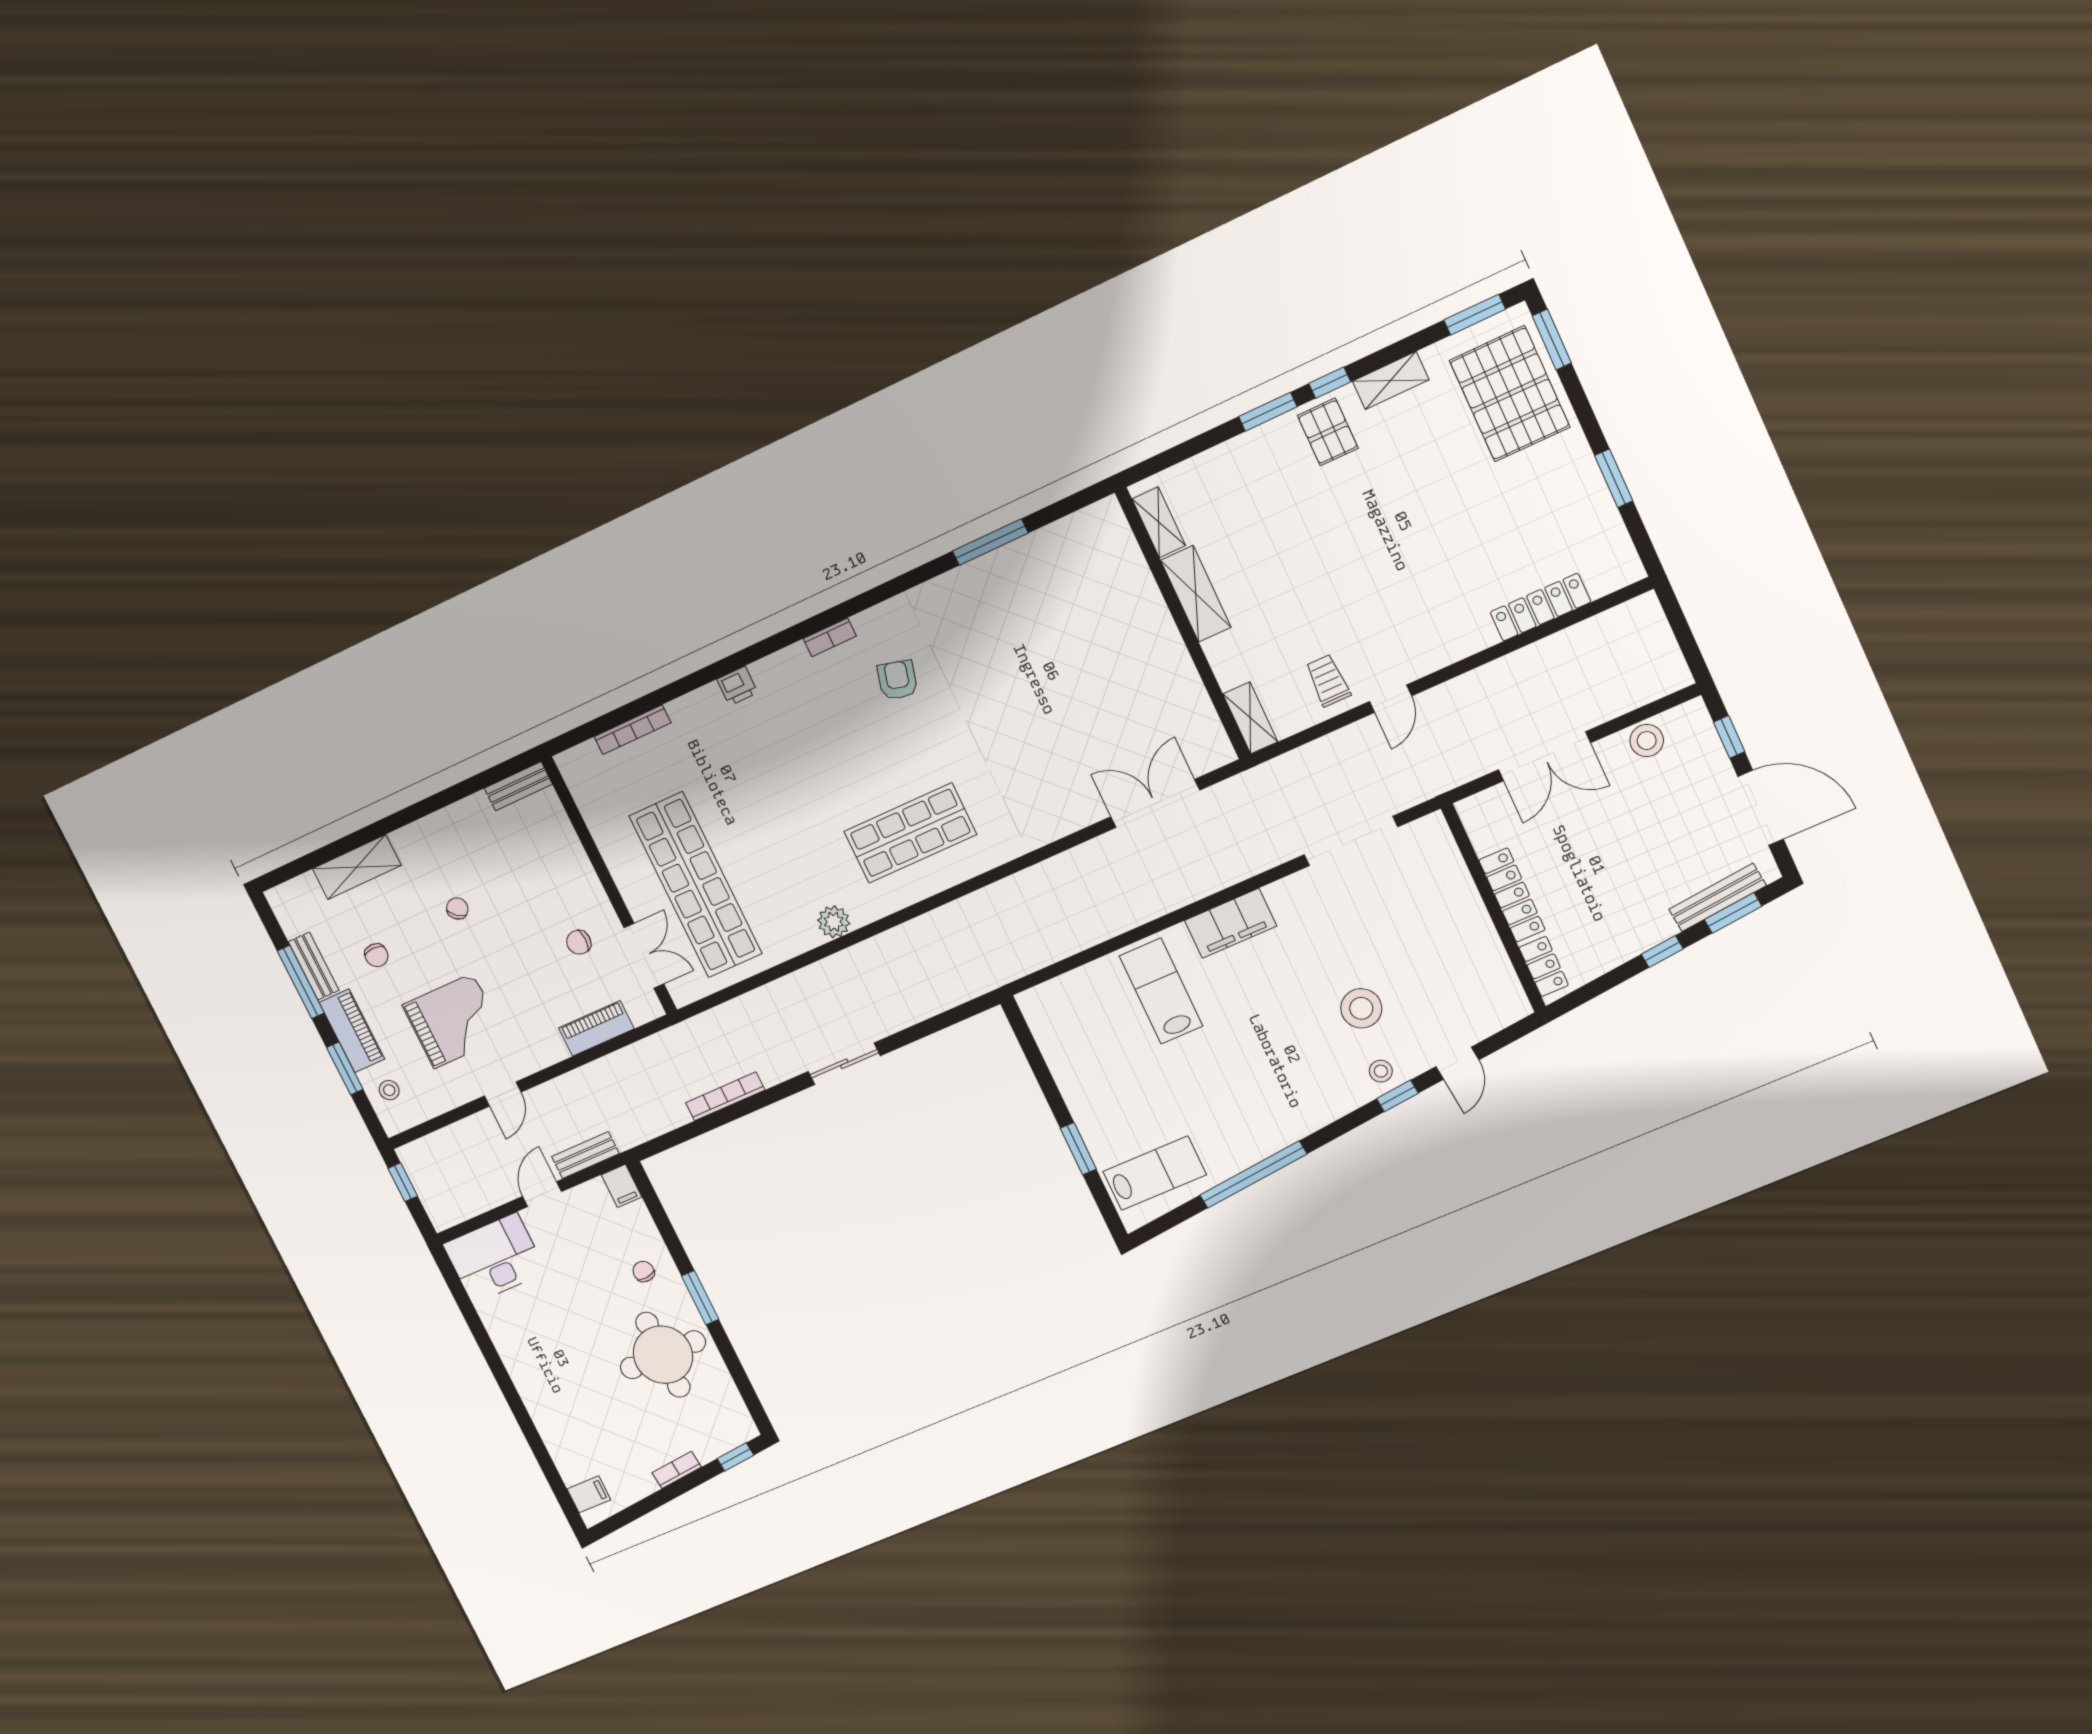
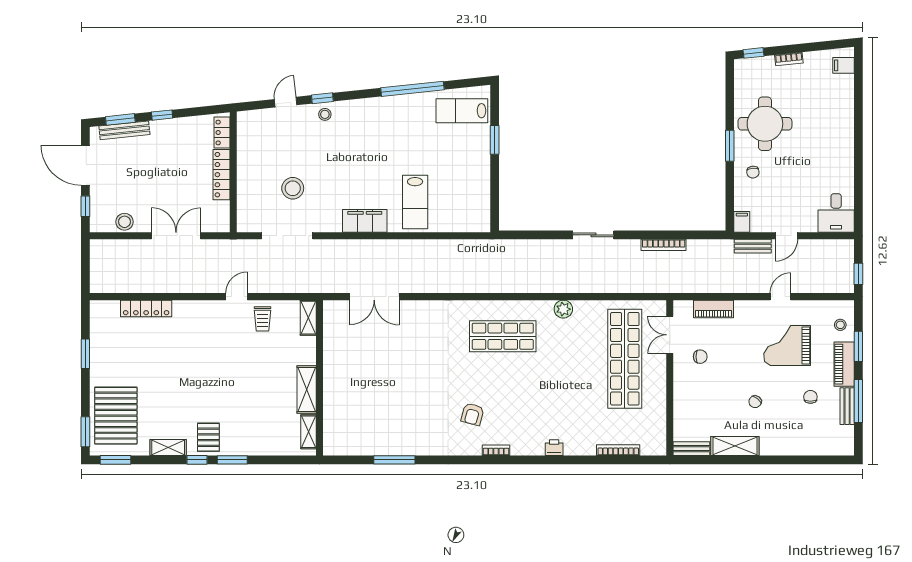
shelving: (357, 867) -> (735, 446), moved
stool: (1361, 1008) -> (293, 188), moved
desk: (495, 1258) -> (836, 213), width x0.73

